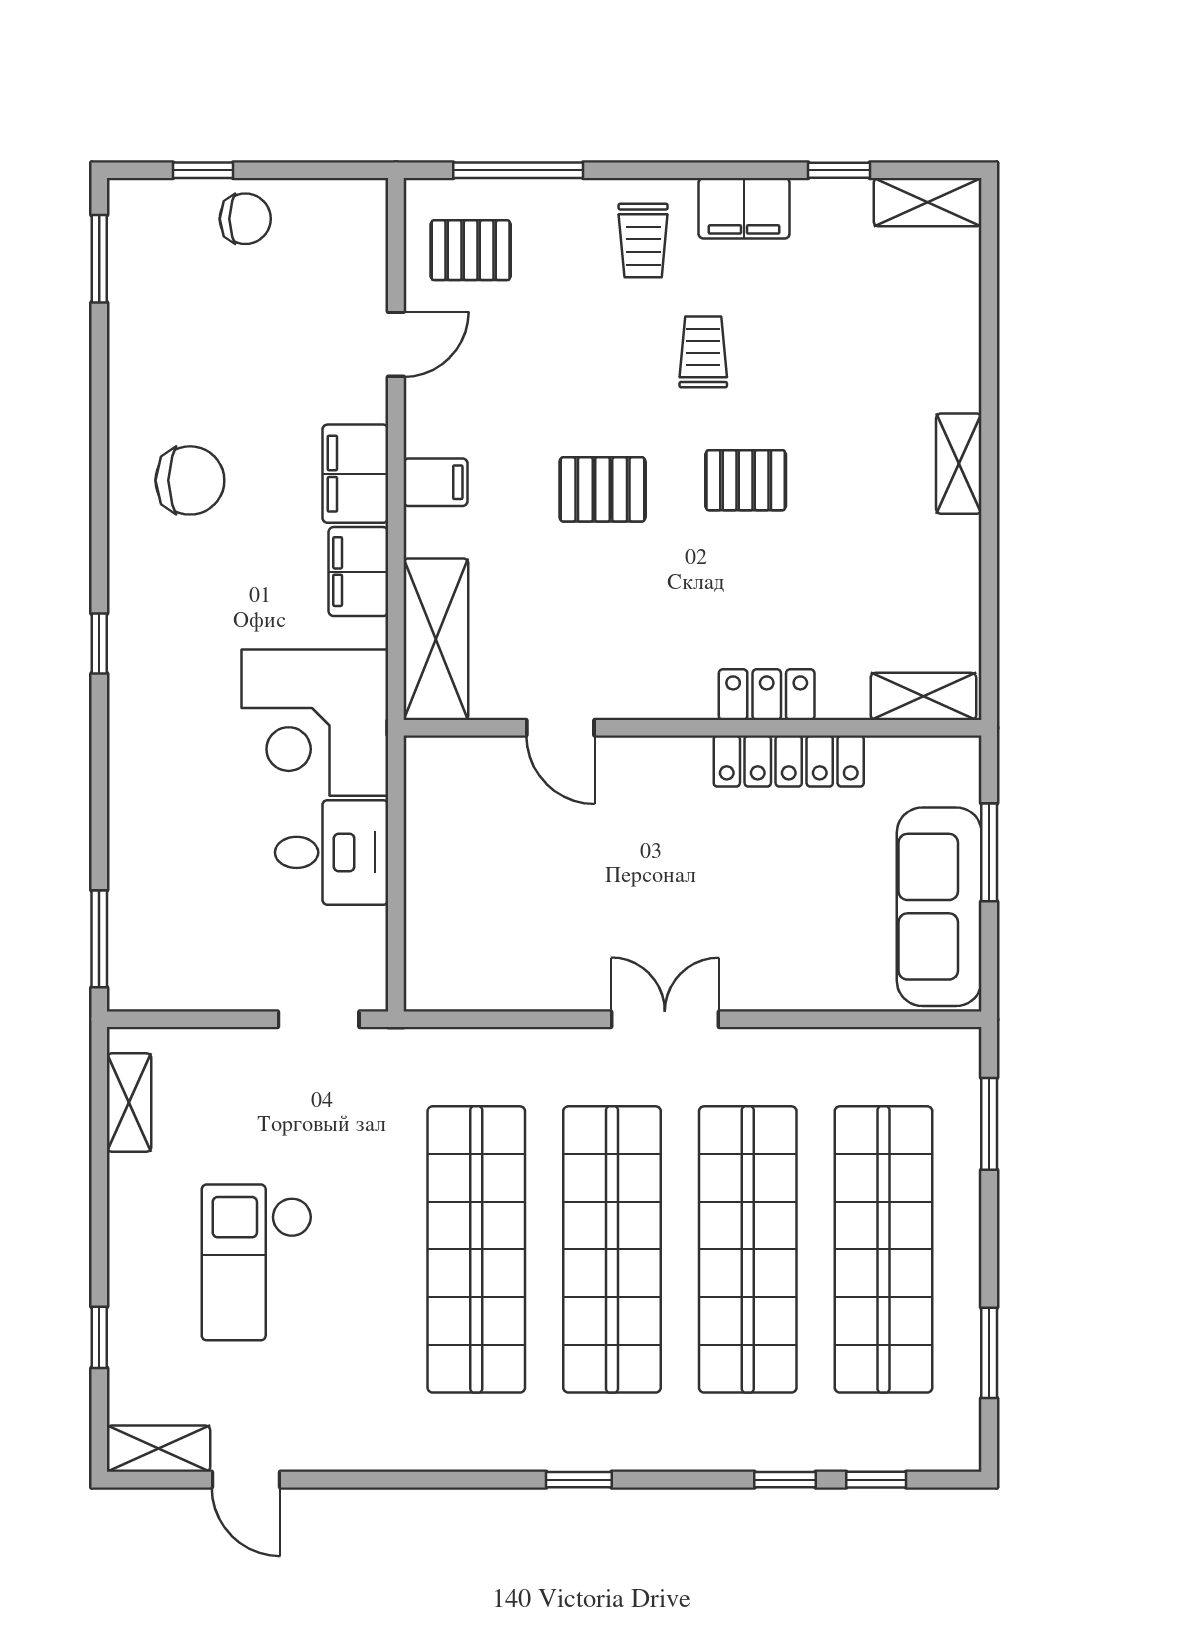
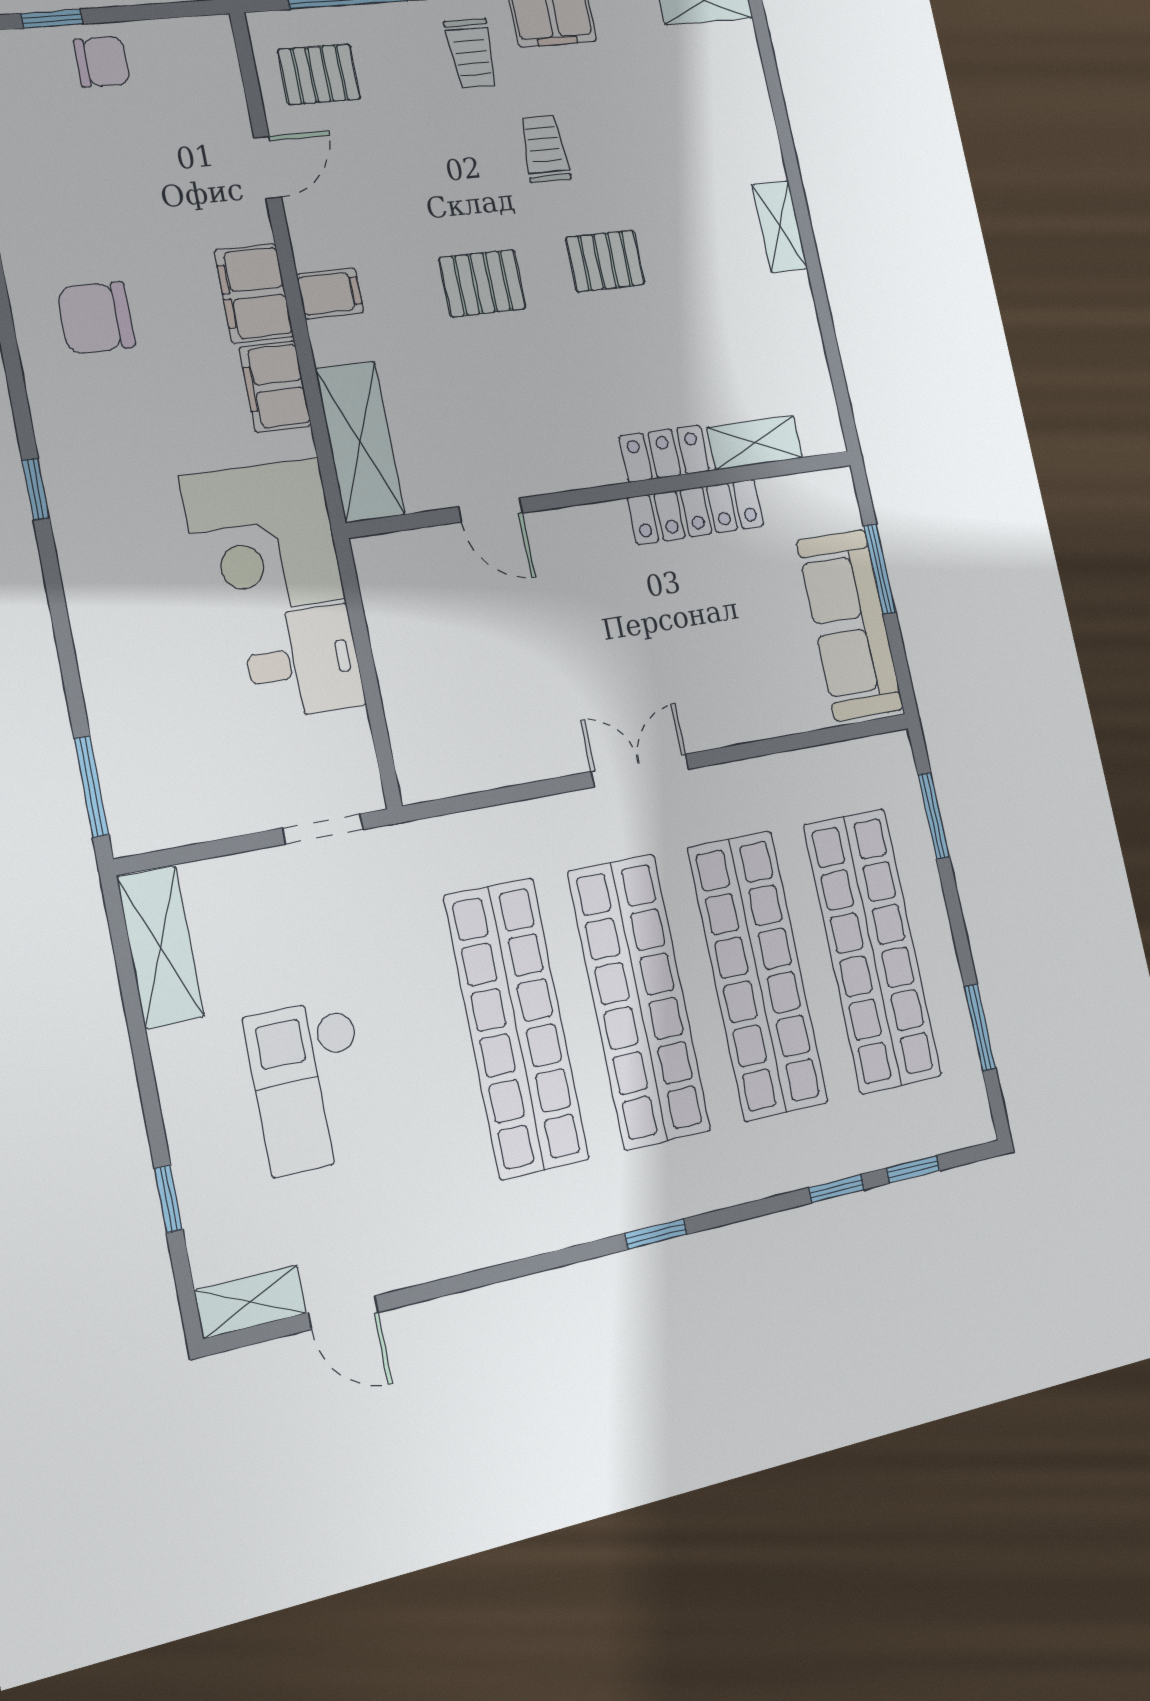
chair: (190, 480) -> (96, 318), turned 180
shelving: (923, 696) -> (755, 443), moved
shelving: (129, 1103) -> (160, 947), width x1.50, depth x1.33

